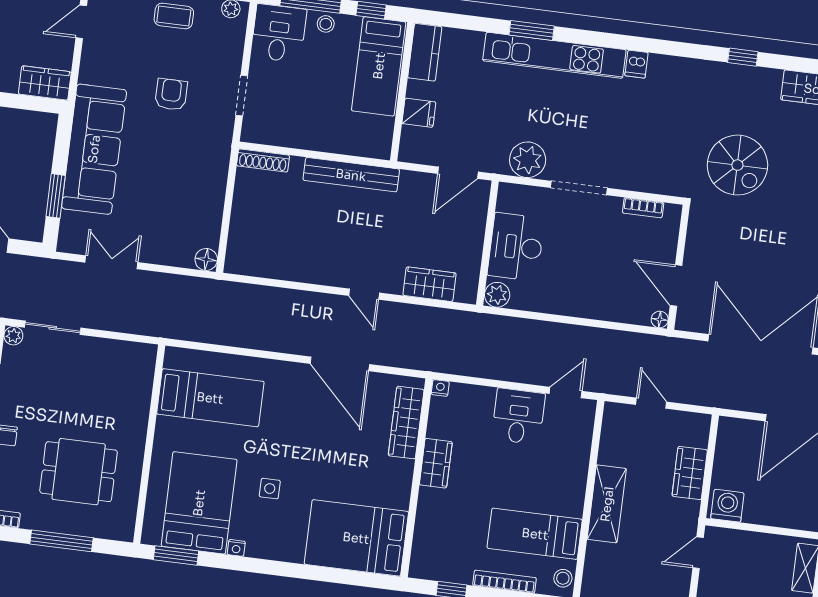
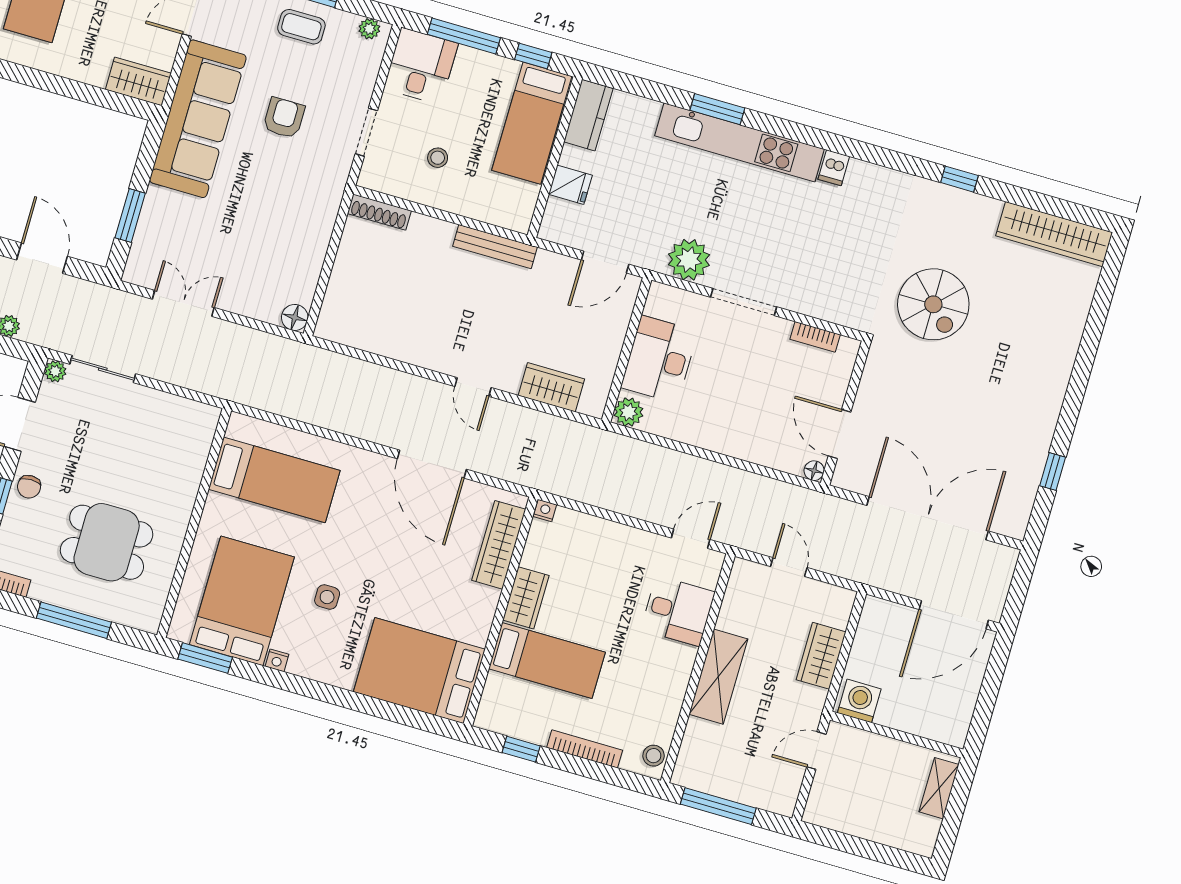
stool: (326, 24) -> (438, 158), moved
sofa: (94, 149) -> (198, 119), moved
bench: (351, 175) -> (495, 247), width x0.73, depth x0.82
desk: (518, 416) -> (678, 611), moved, turned 90
bed: (535, 534) -> (547, 660), moved, turned 180

